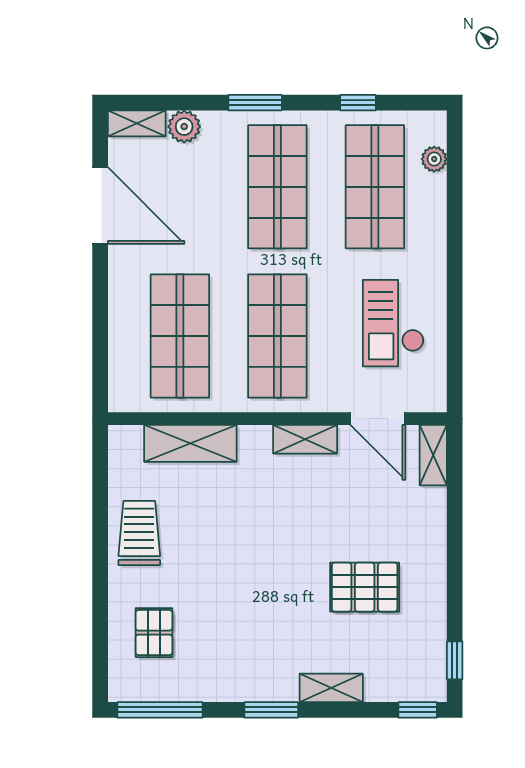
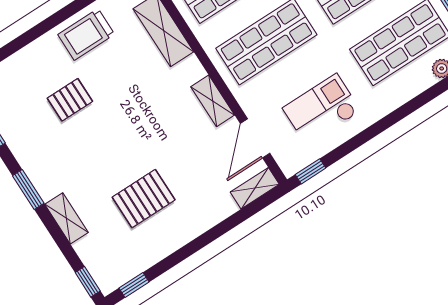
window: (455, 380) -> (310, 171), added
trolley: (139, 533) -> (86, 34), turned 180
pallet: (365, 587) -> (144, 199), turned 90
pallet: (154, 633) -> (70, 100), moved

